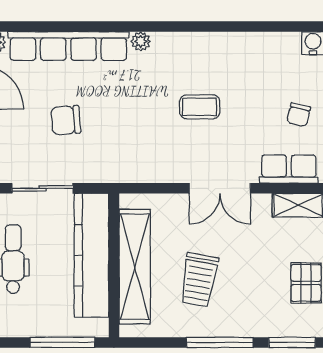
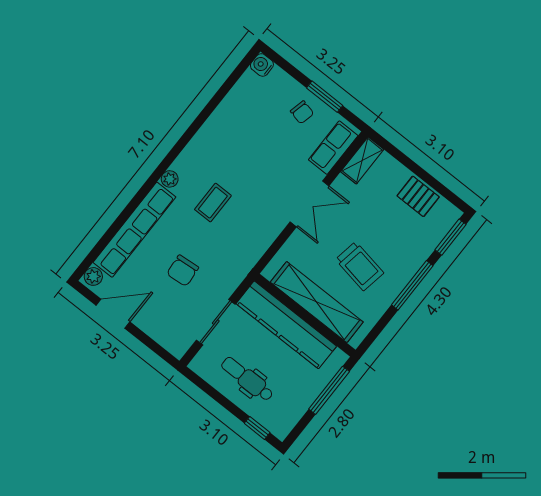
coffee table: (200, 107) -> (213, 203), moved

